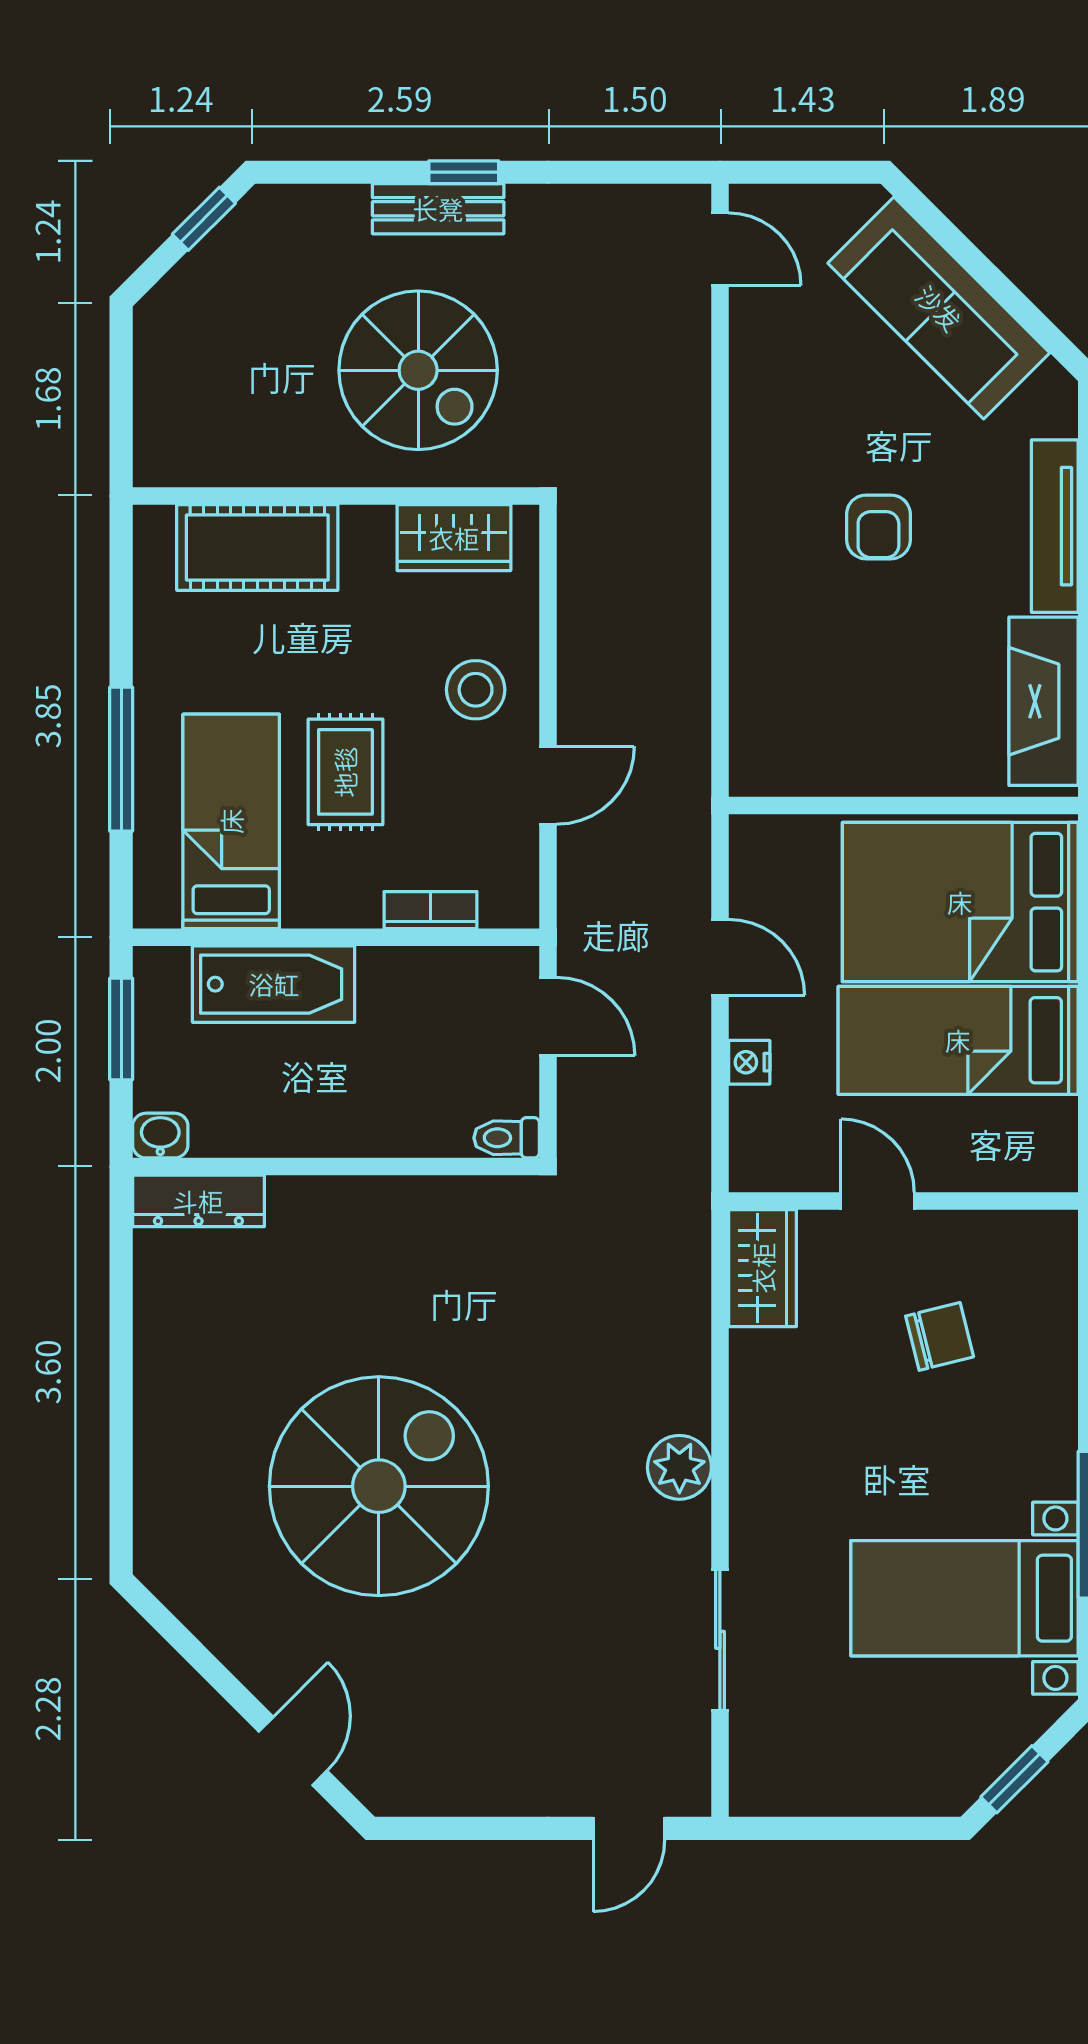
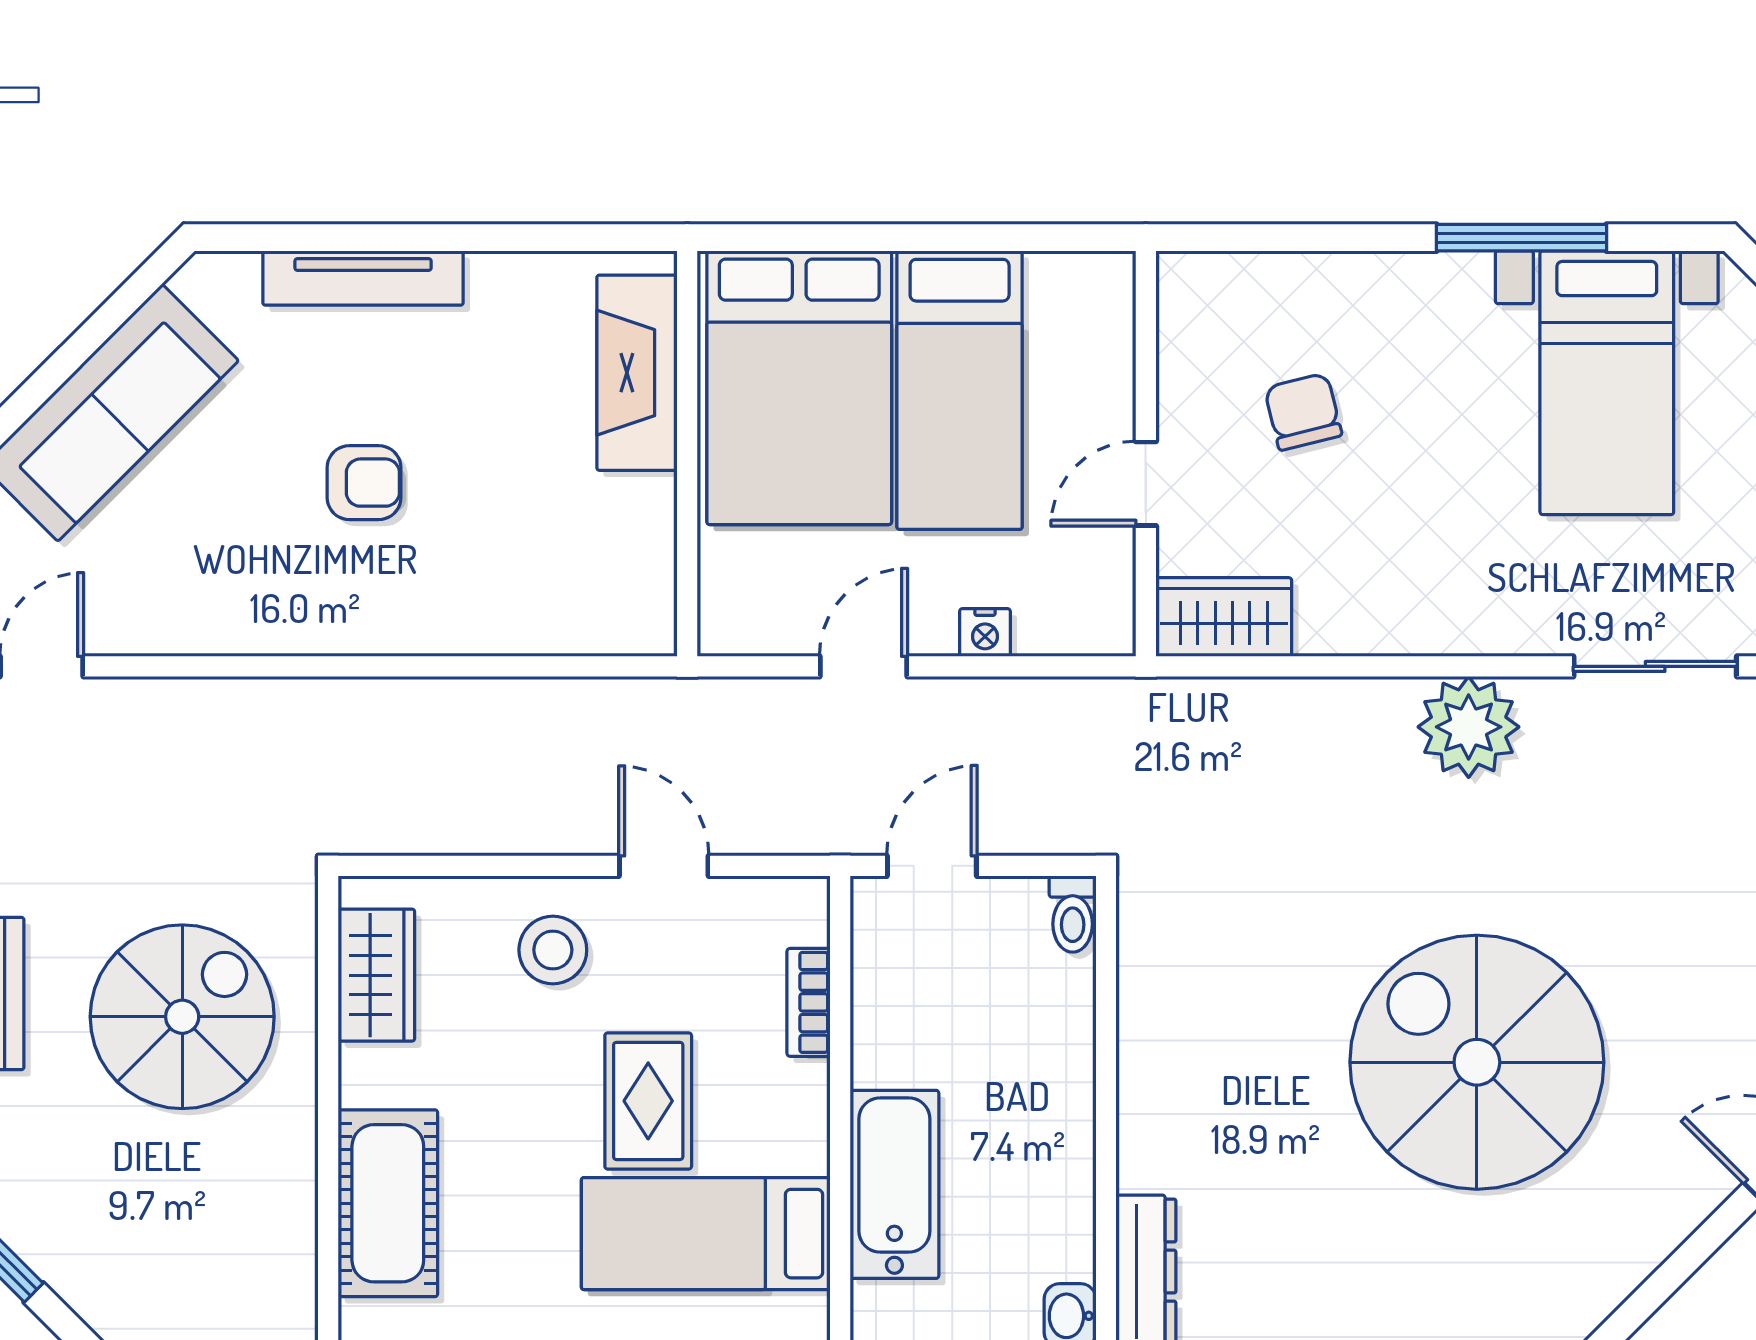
fireplace: (1044, 701) -> (637, 373), moved, turned 90
rug: (345, 772) -> (648, 1101), turned 90
plant: (679, 1467) -> (1469, 727), width x1.36, depth x1.36

